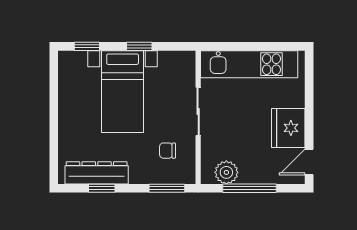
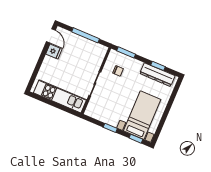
bed with nightstands: (123, 92) -> (142, 115), moved
fridge: (288, 128) -> (54, 52), width x0.53, depth x0.75
door: (309, 162) -> (51, 36), hinge flipped
plant: (226, 172) -> (94, 48), removed

